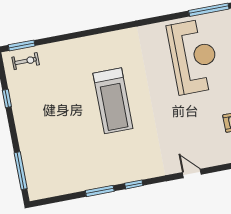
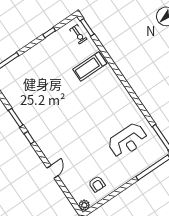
reception desk: (194, 57) -> (128, 140), width x0.74, depth x0.77
treadmill: (113, 101) -> (90, 66), moved, width x0.73, depth x0.73

